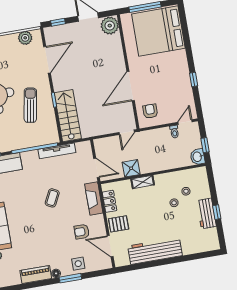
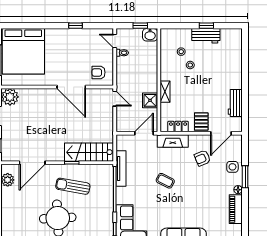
door: (47, 60) -> (32, 163), swing flipped
armchair: (82, 232) -> (202, 158), turned 67
workbench: (155, 251) -> (235, 103), width x0.53, depth x0.76

